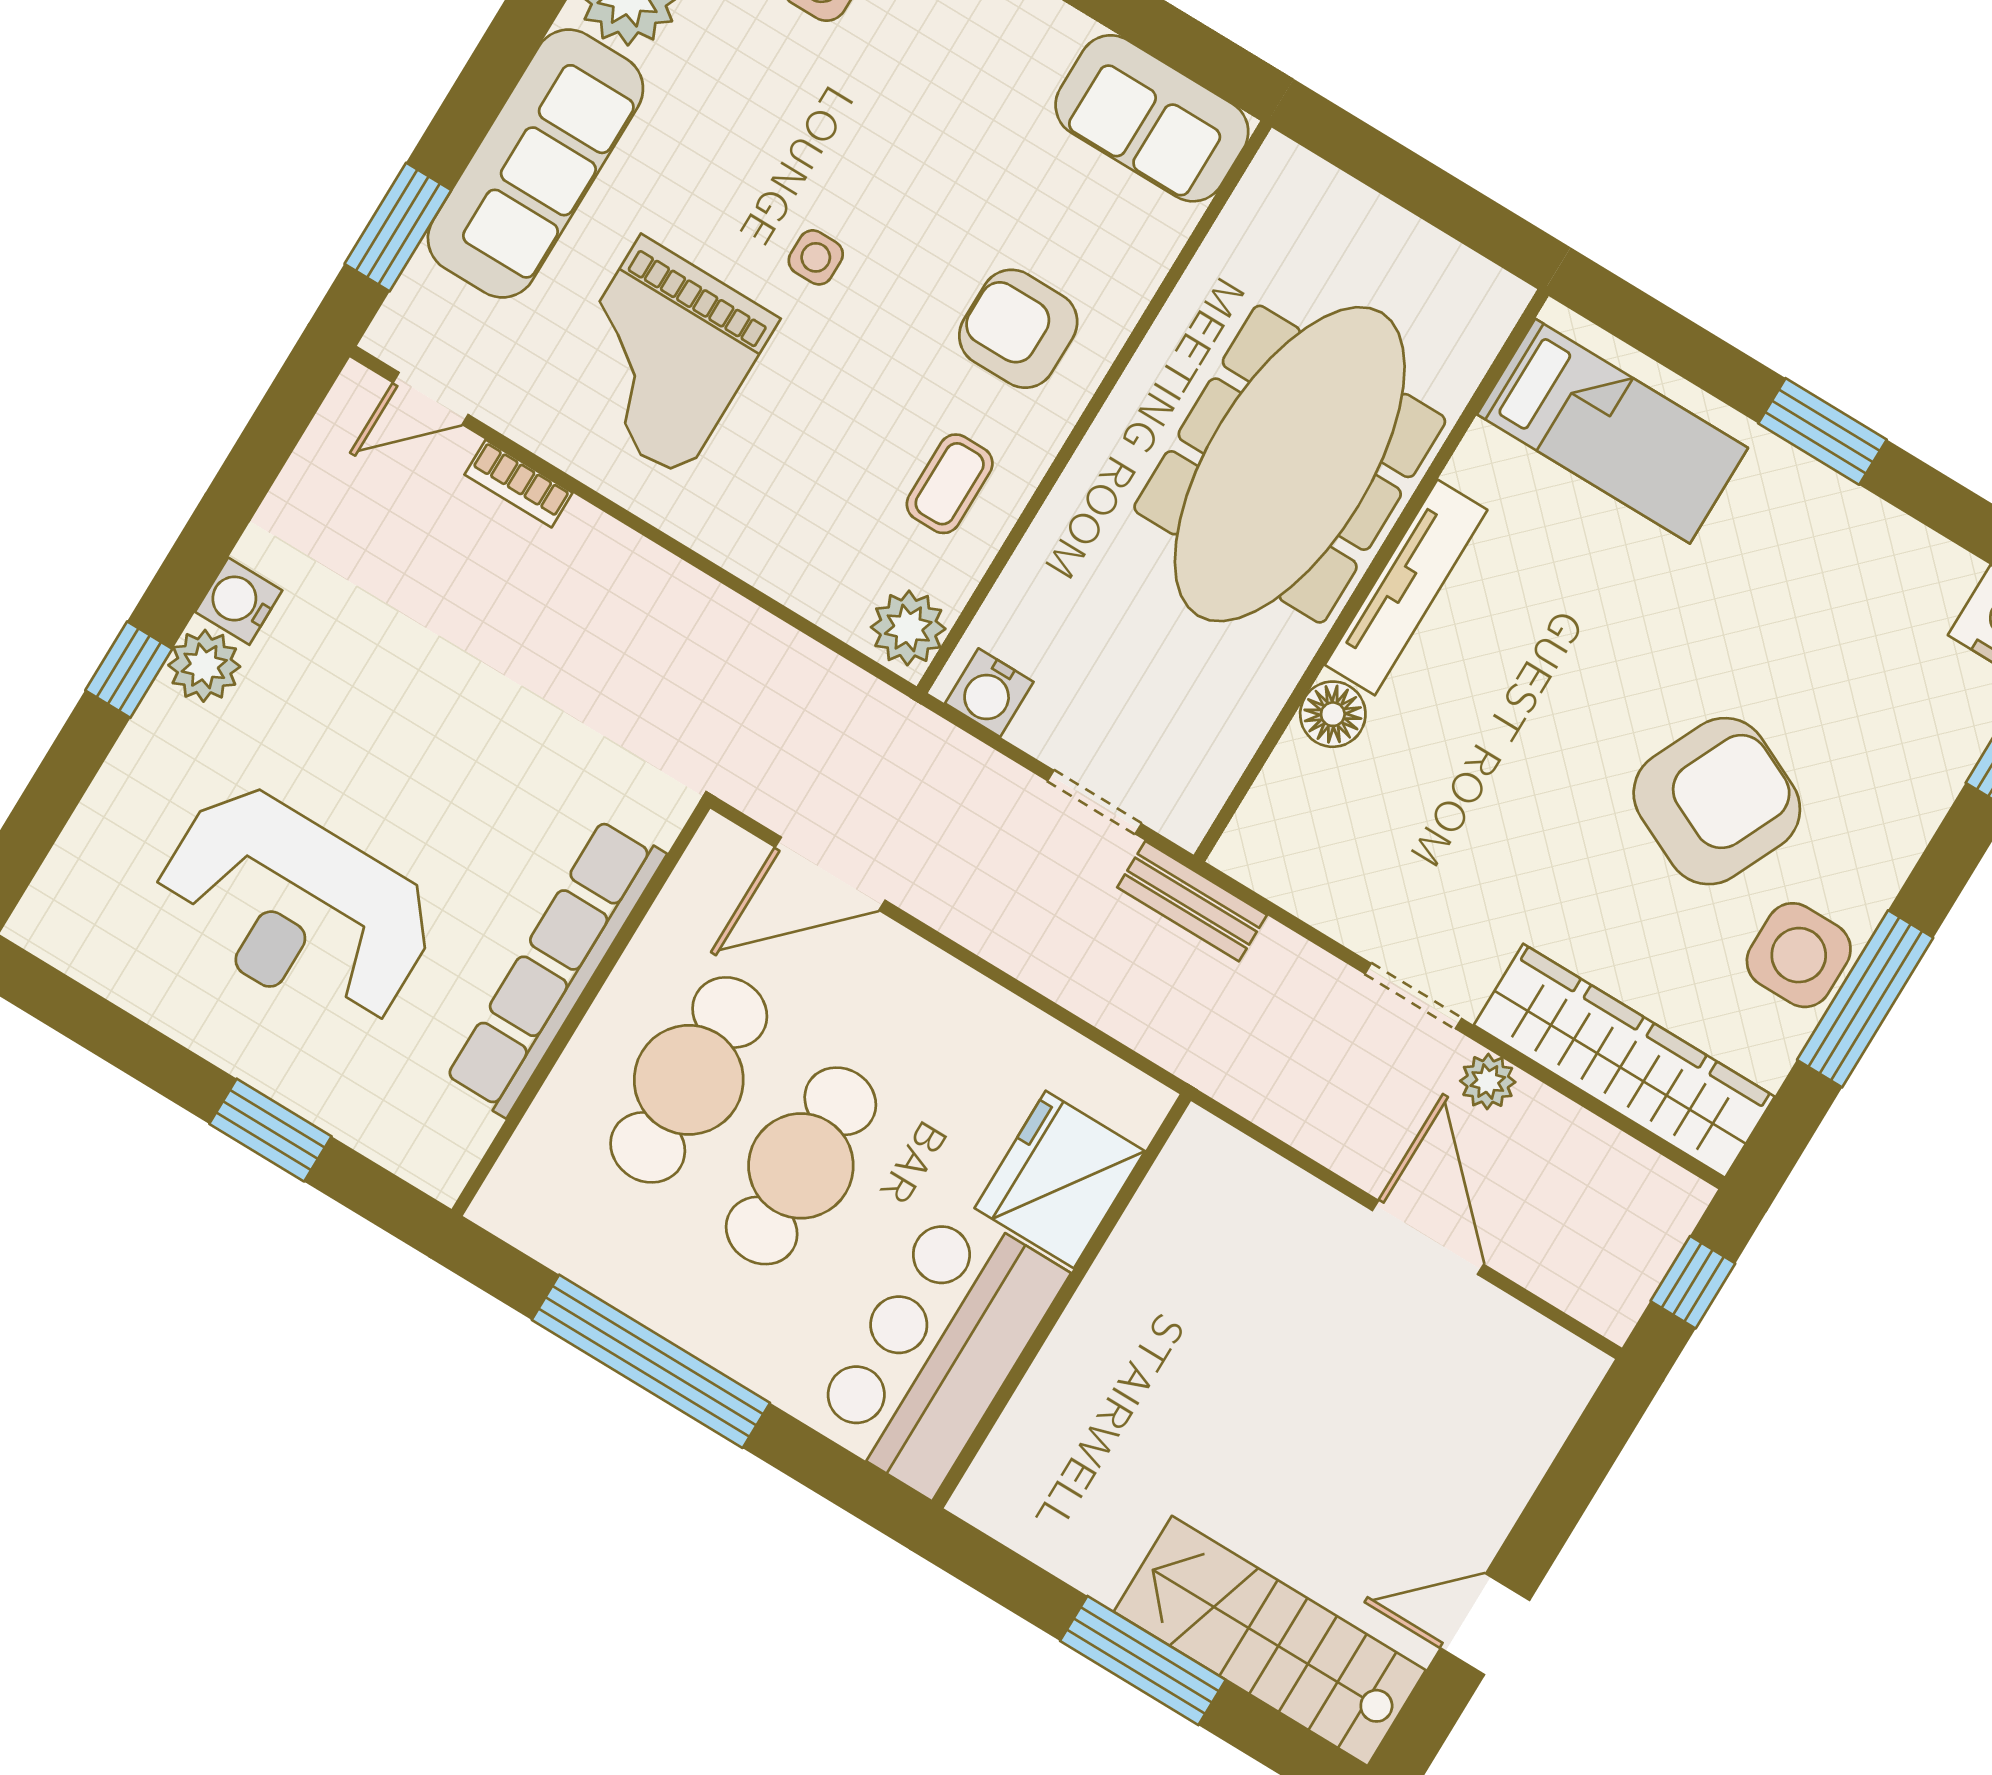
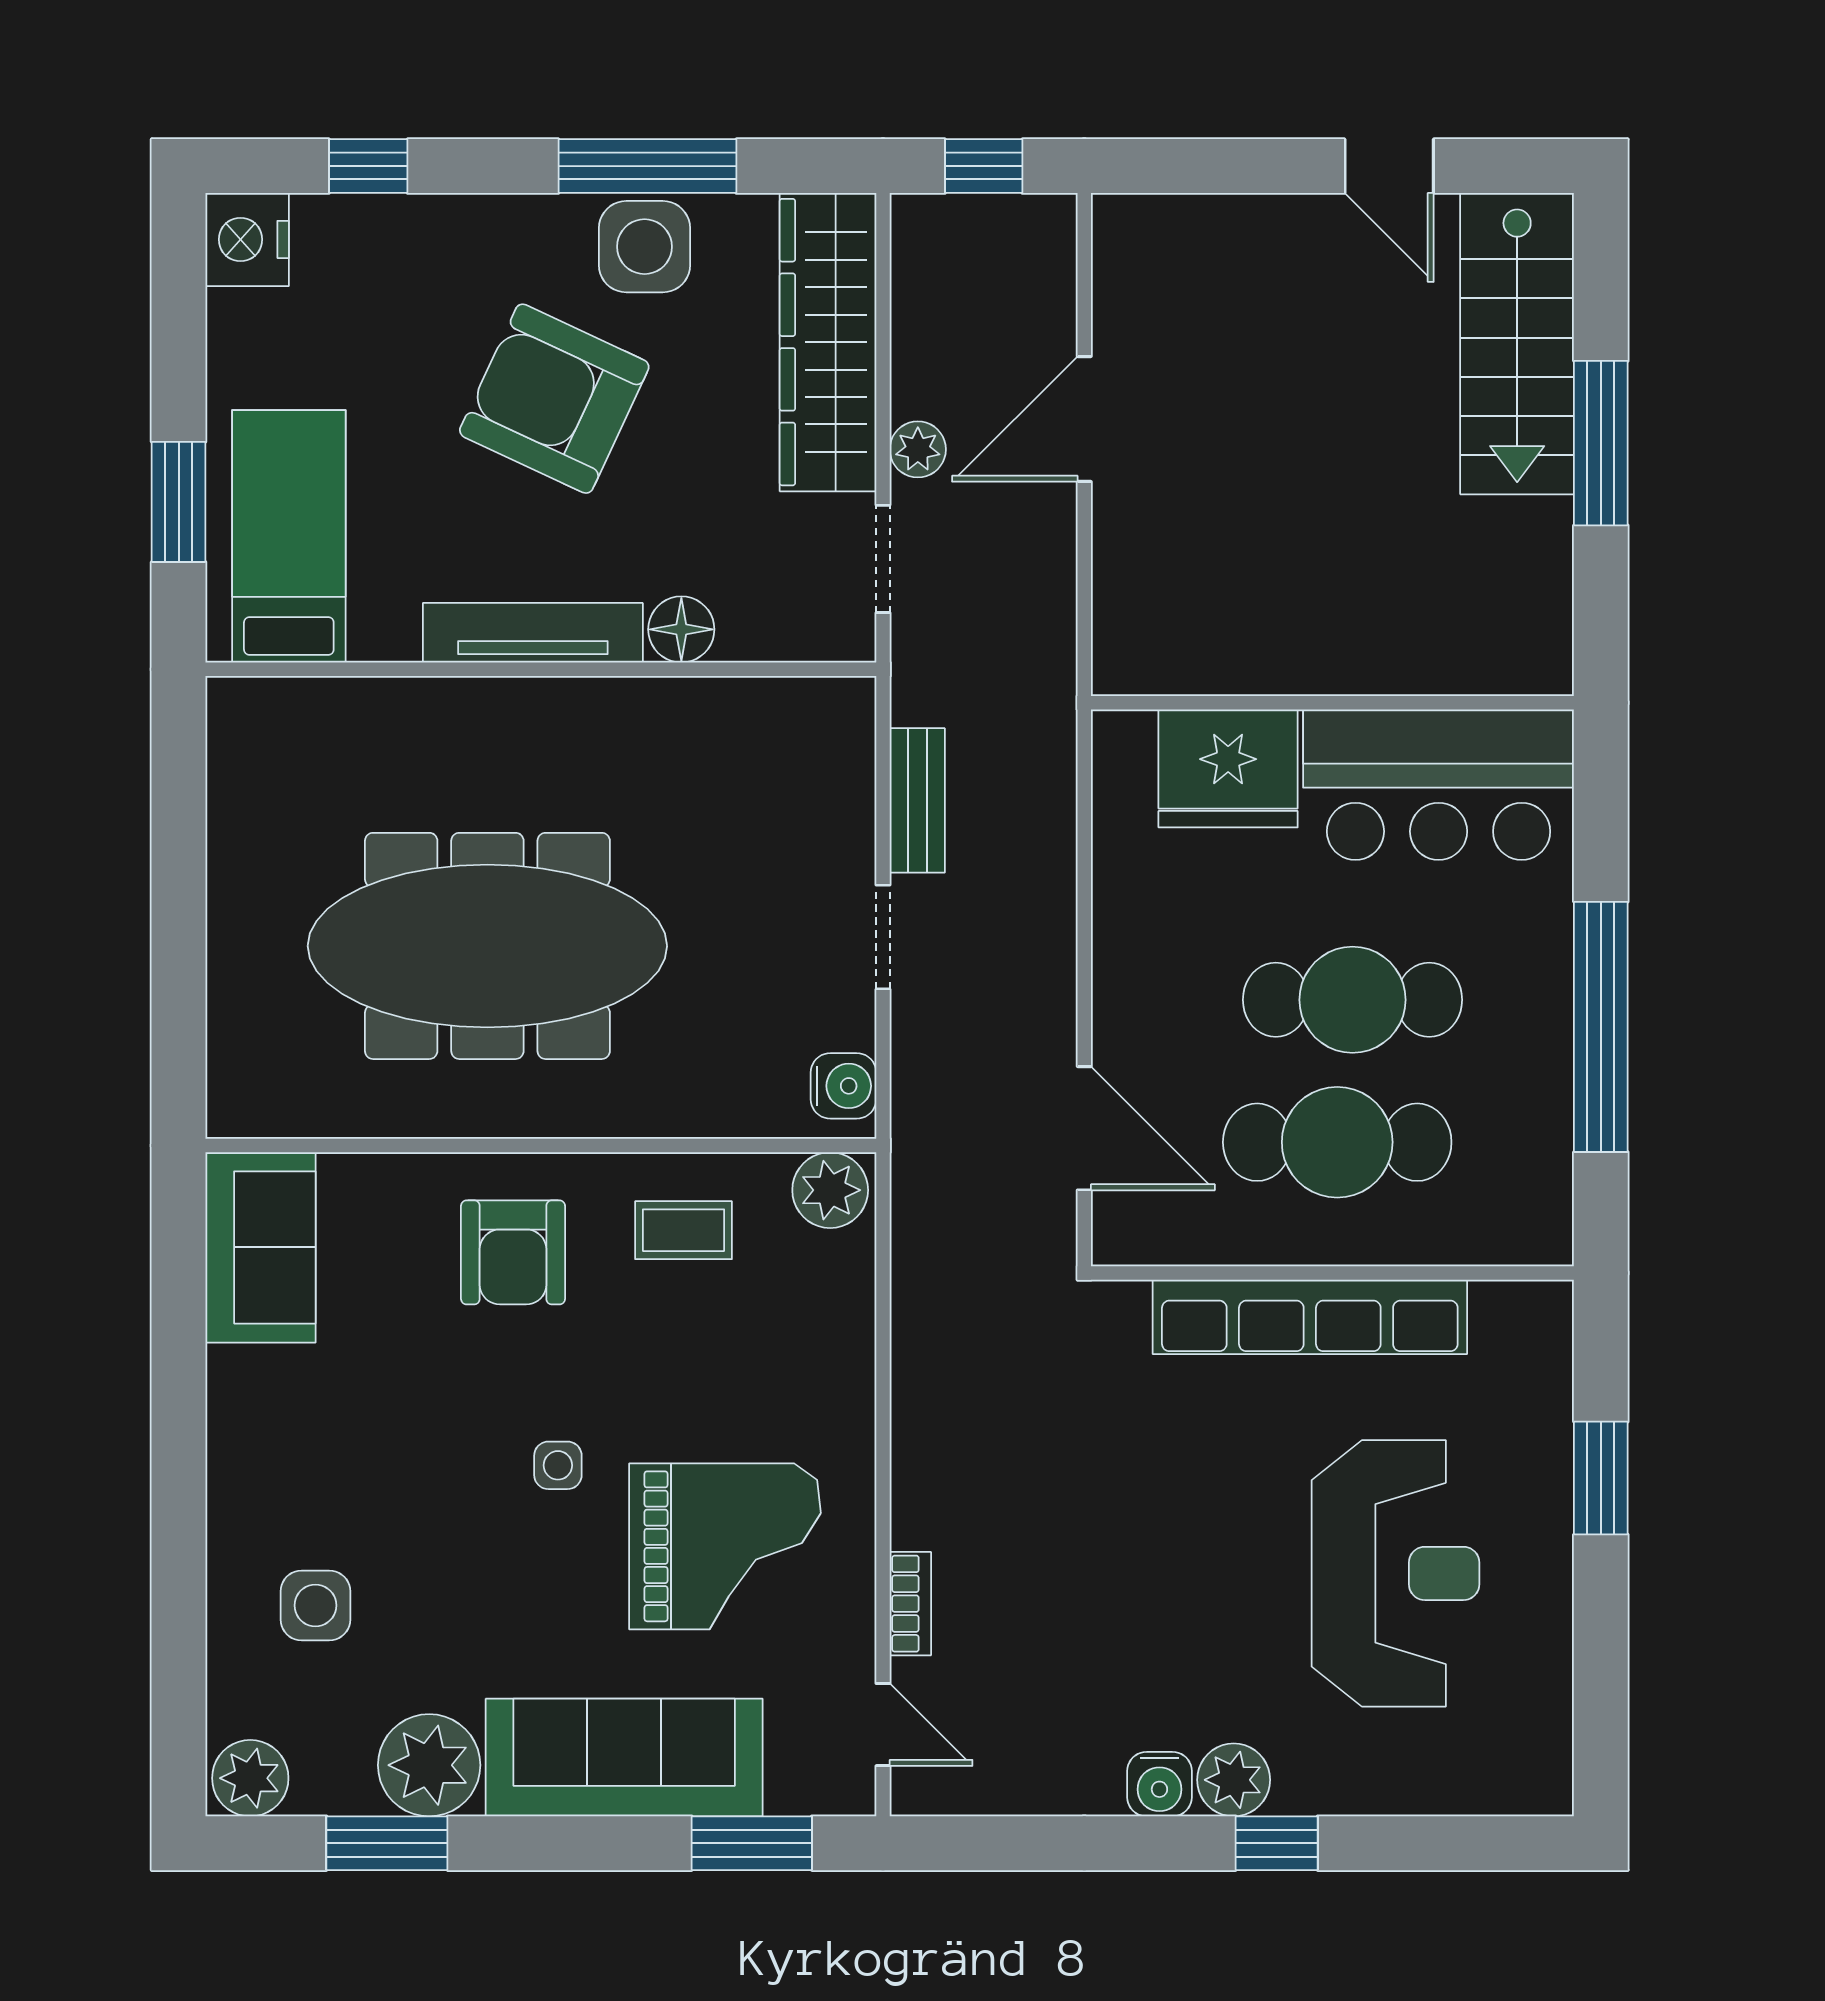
bed: (1612, 431) -> (289, 536), moved
wall: (1371, 575) -> (541, 669), moved
tv unit: (1406, 587) -> (533, 633), moved
floor lamp: (1333, 714) -> (681, 629), moved

